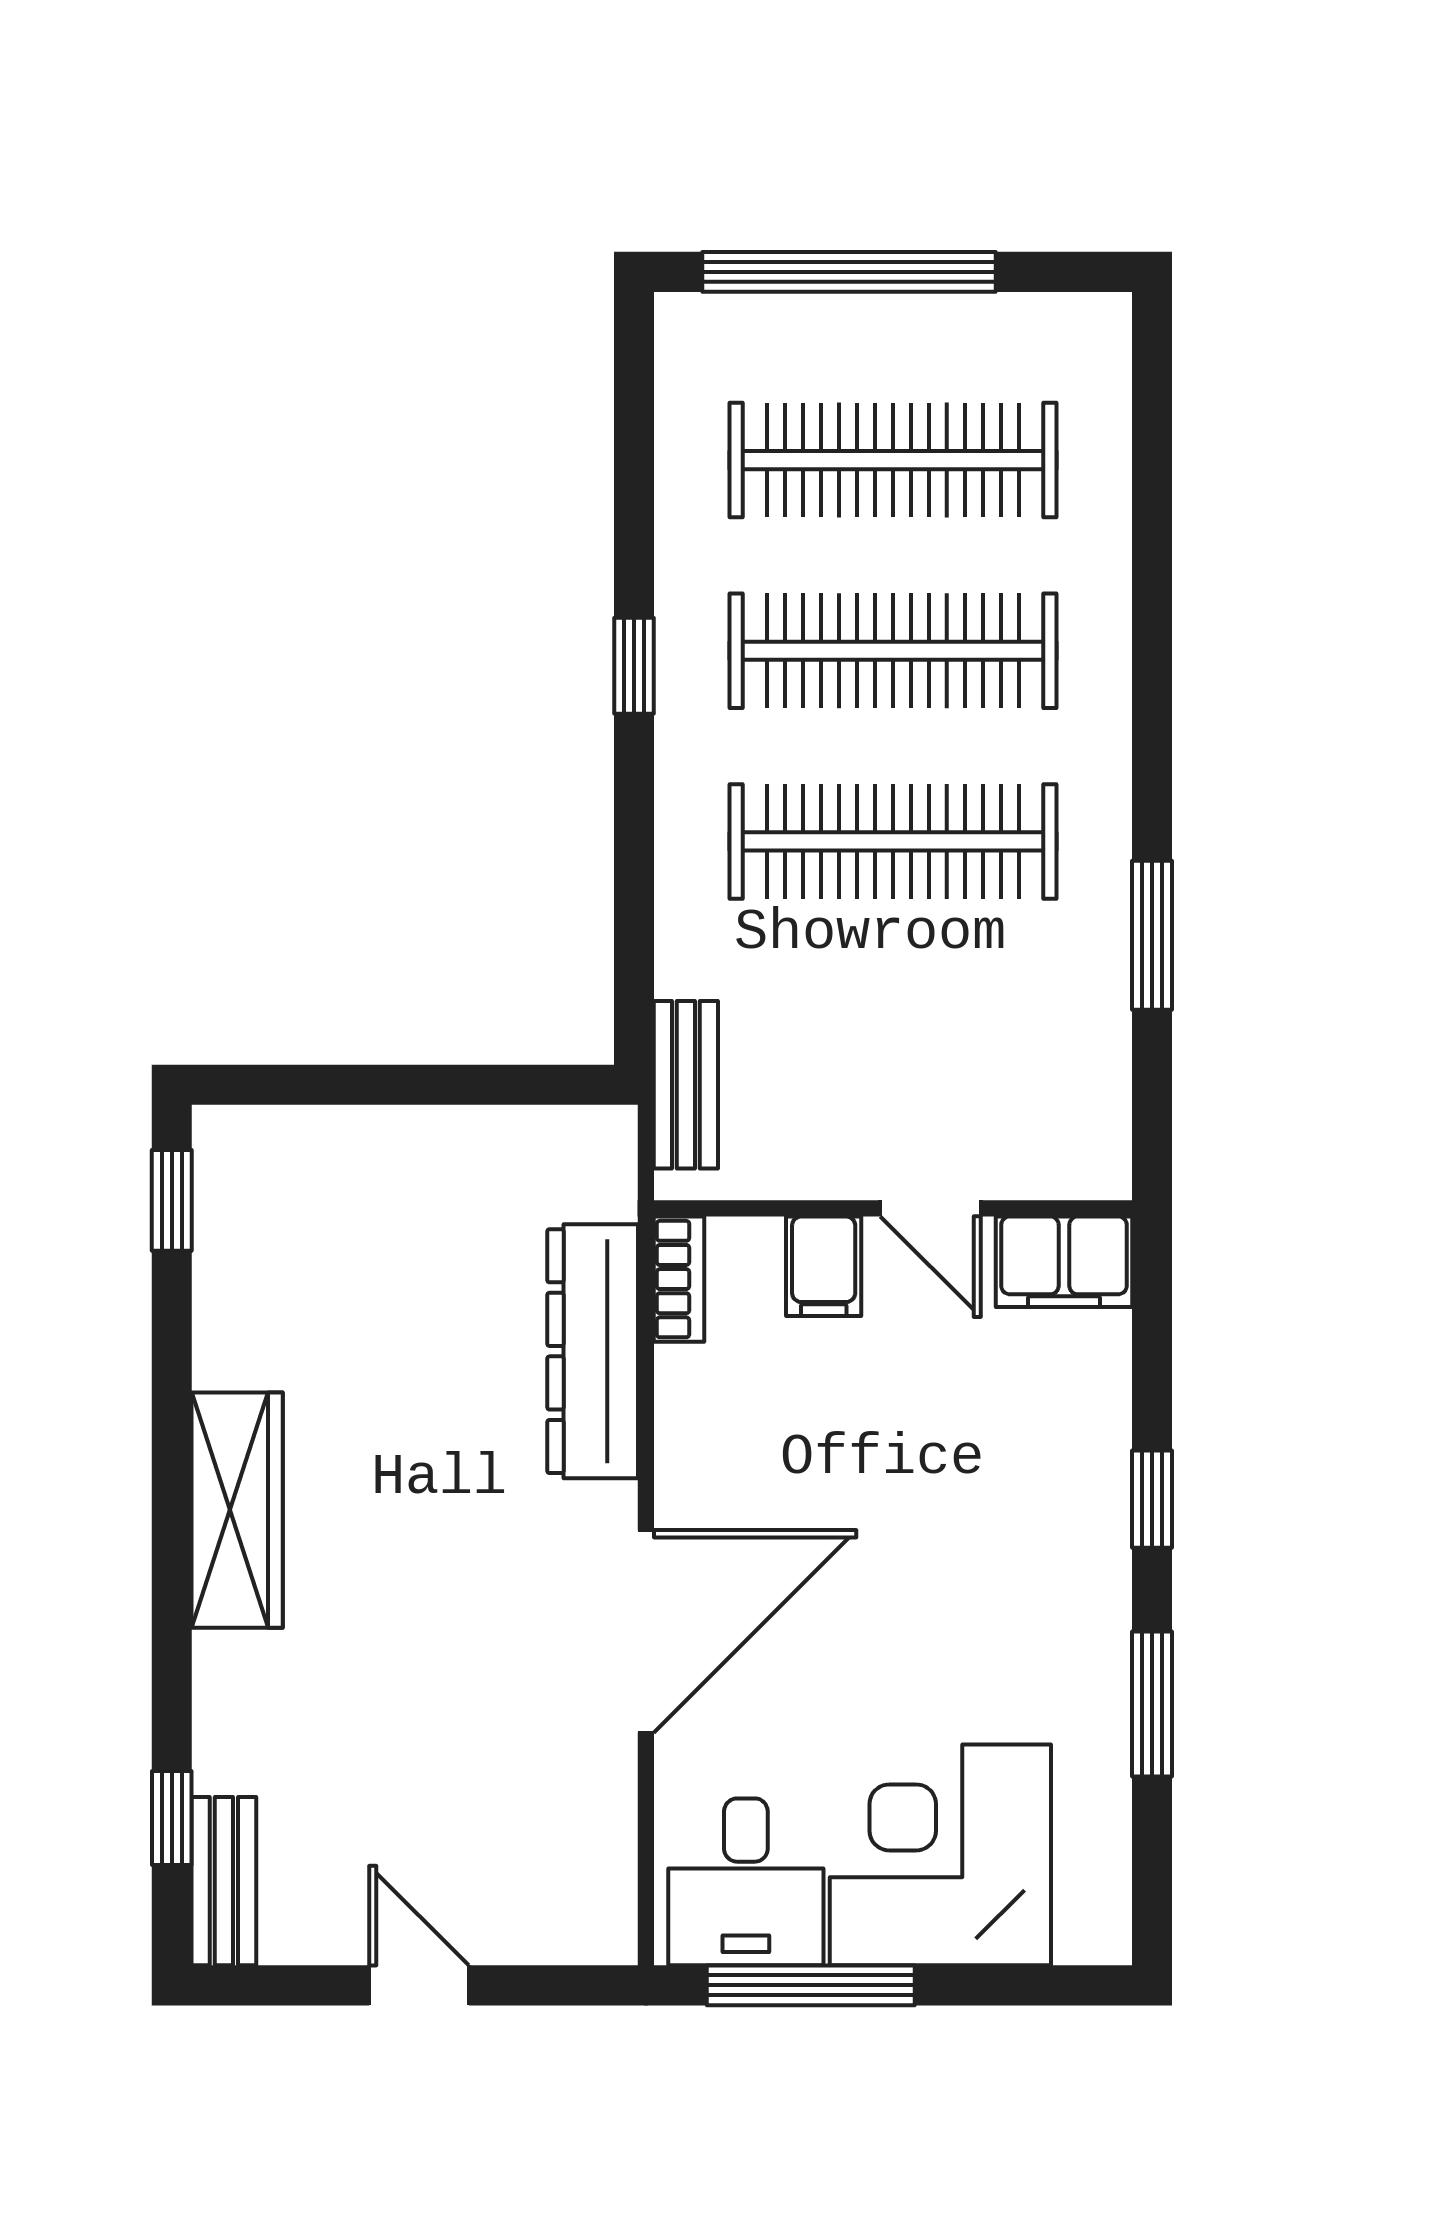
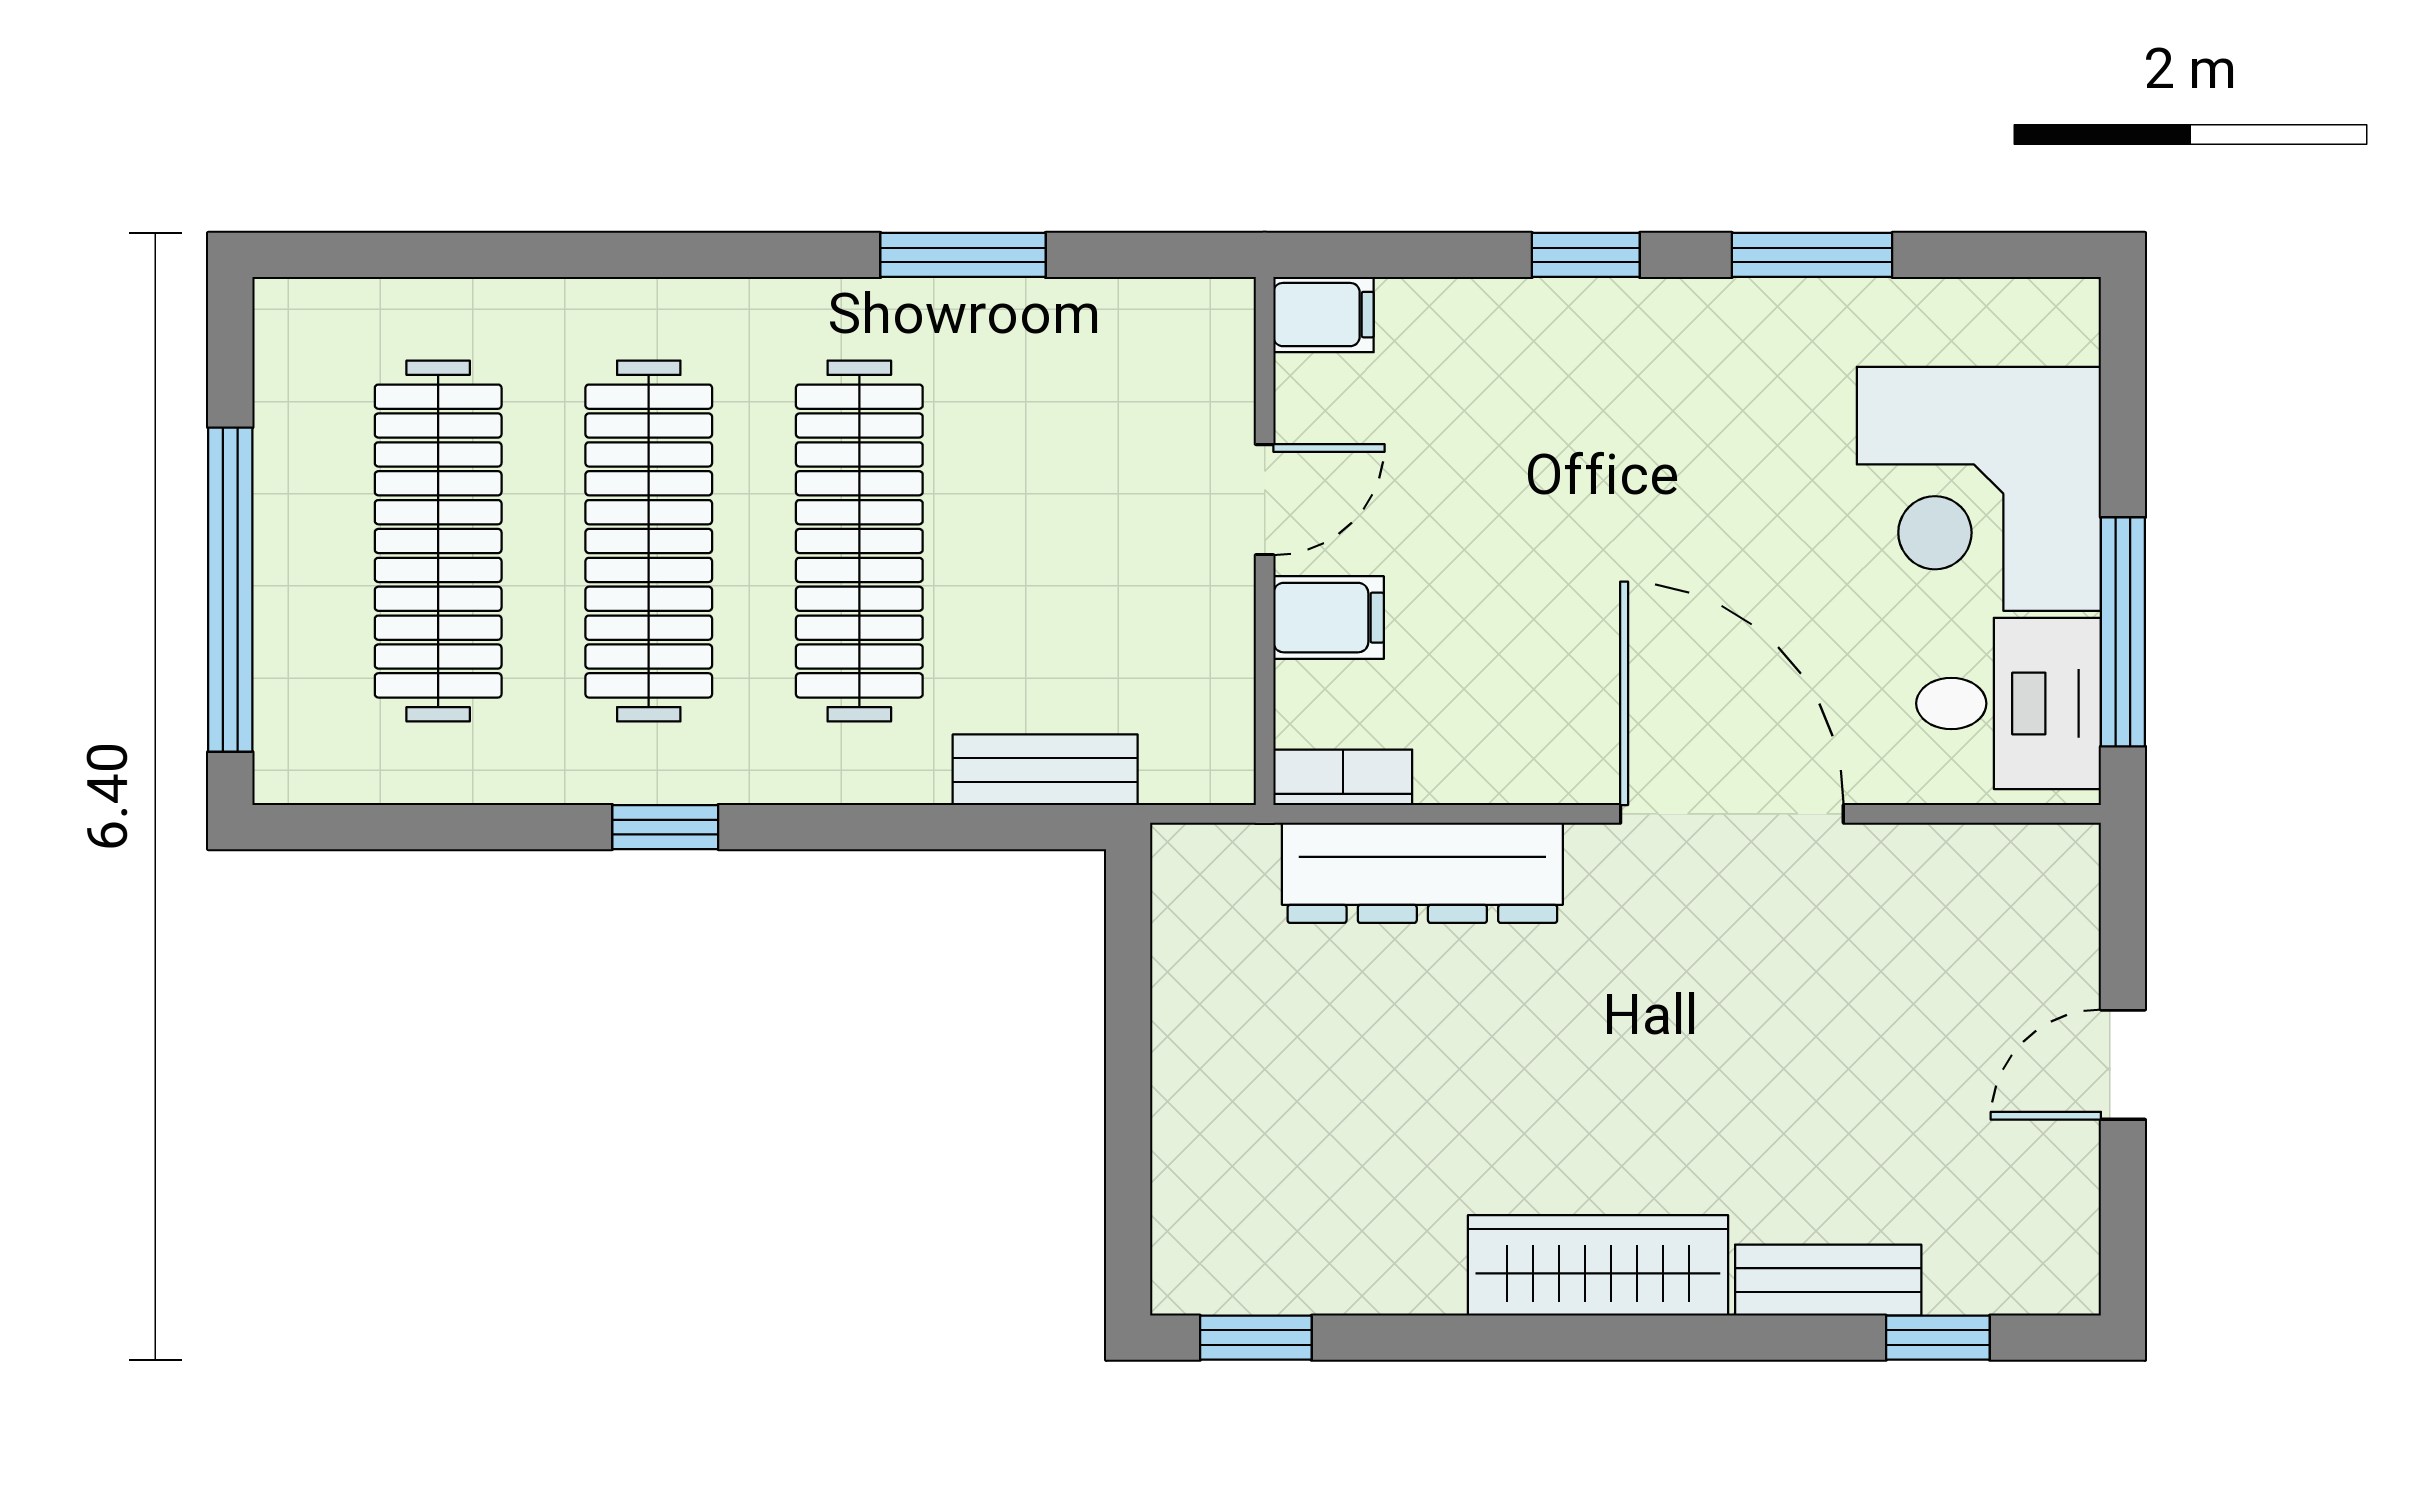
bench: (686, 1085) -> (1045, 770), moved
filing cabinet: (1064, 1262) -> (1324, 315), width x0.50
bench: (224, 1881) -> (1828, 1280), moved

